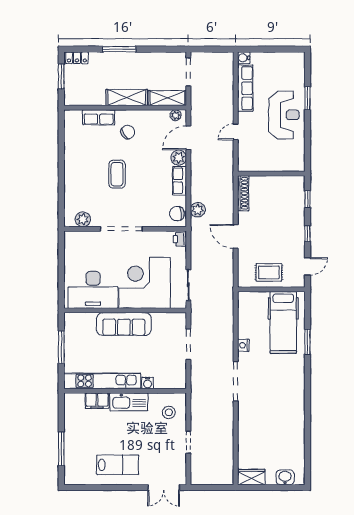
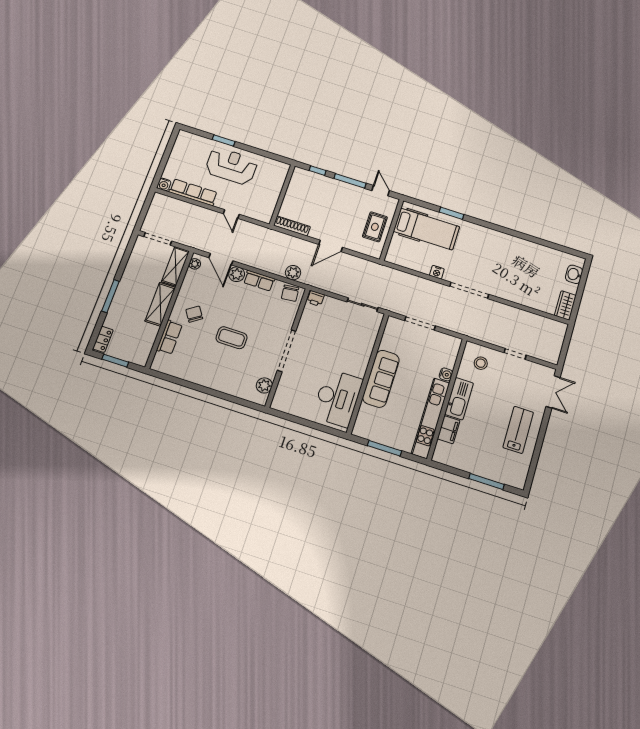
window: (307, 234) -> (350, 181), width x2.17
corner desk: (145, 283) -> (347, 346), removed

